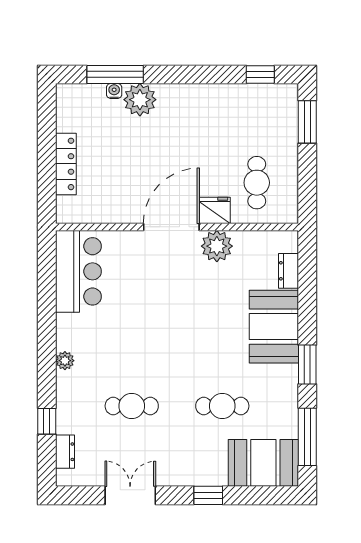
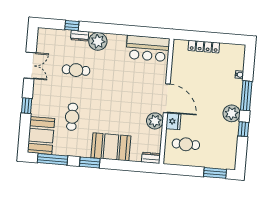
window: (115, 74) -> (246, 96), moved
window: (260, 74) -> (243, 129), moved
plant: (140, 100) -> (232, 113), moved
dresser: (289, 271) -> (151, 158), moved
plant: (65, 361) -> (98, 41), width x1.88, depth x1.88
cafe table: (132, 406) -> (76, 70), turned 90
dresser: (65, 452) -> (80, 36), moved

